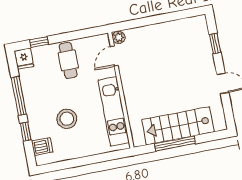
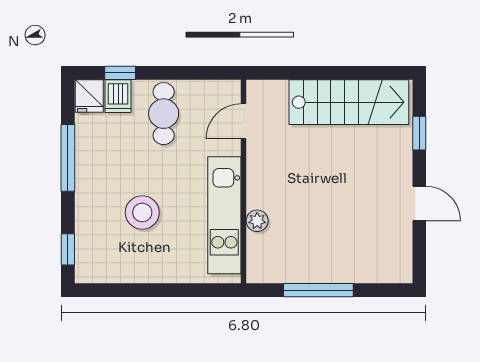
plant: (119, 37) -> (257, 221), moved
stairs: (178, 126) -> (349, 102), moved, turned 180
window: (26, 132) -> (68, 249), moved
dishwasher: (42, 147) -> (118, 96), moved, turned 90

